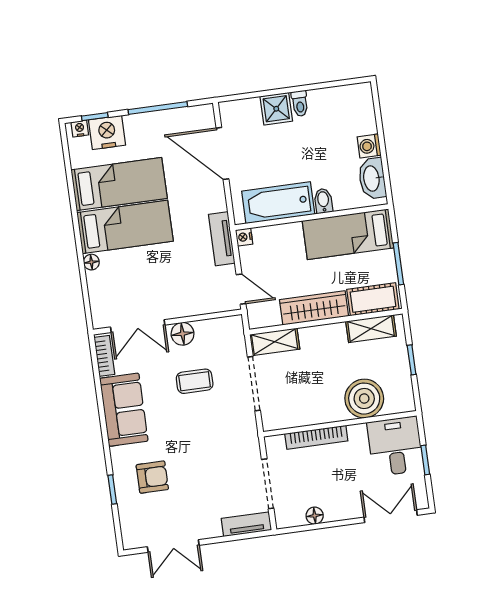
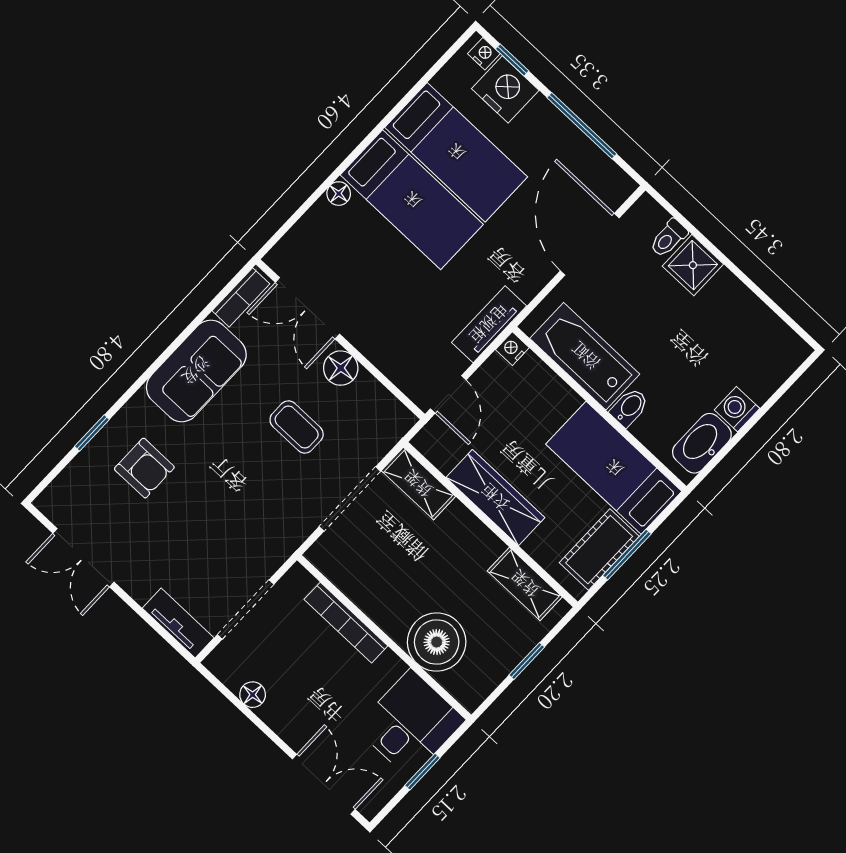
toilet: (300, 104) -> (669, 238), moved
cot: (373, 299) -> (599, 550), moved, turned 90

